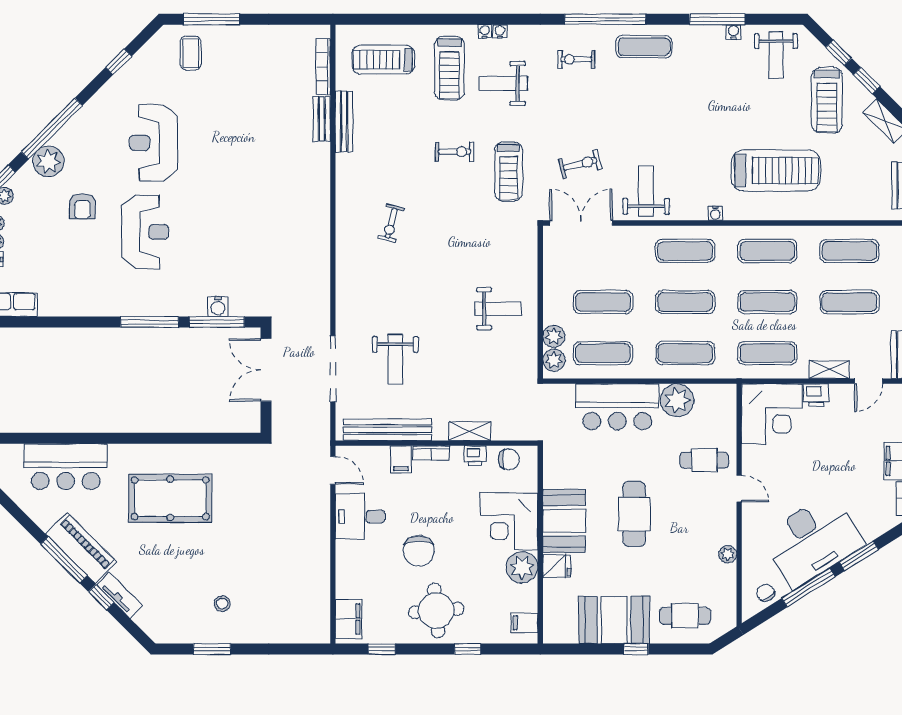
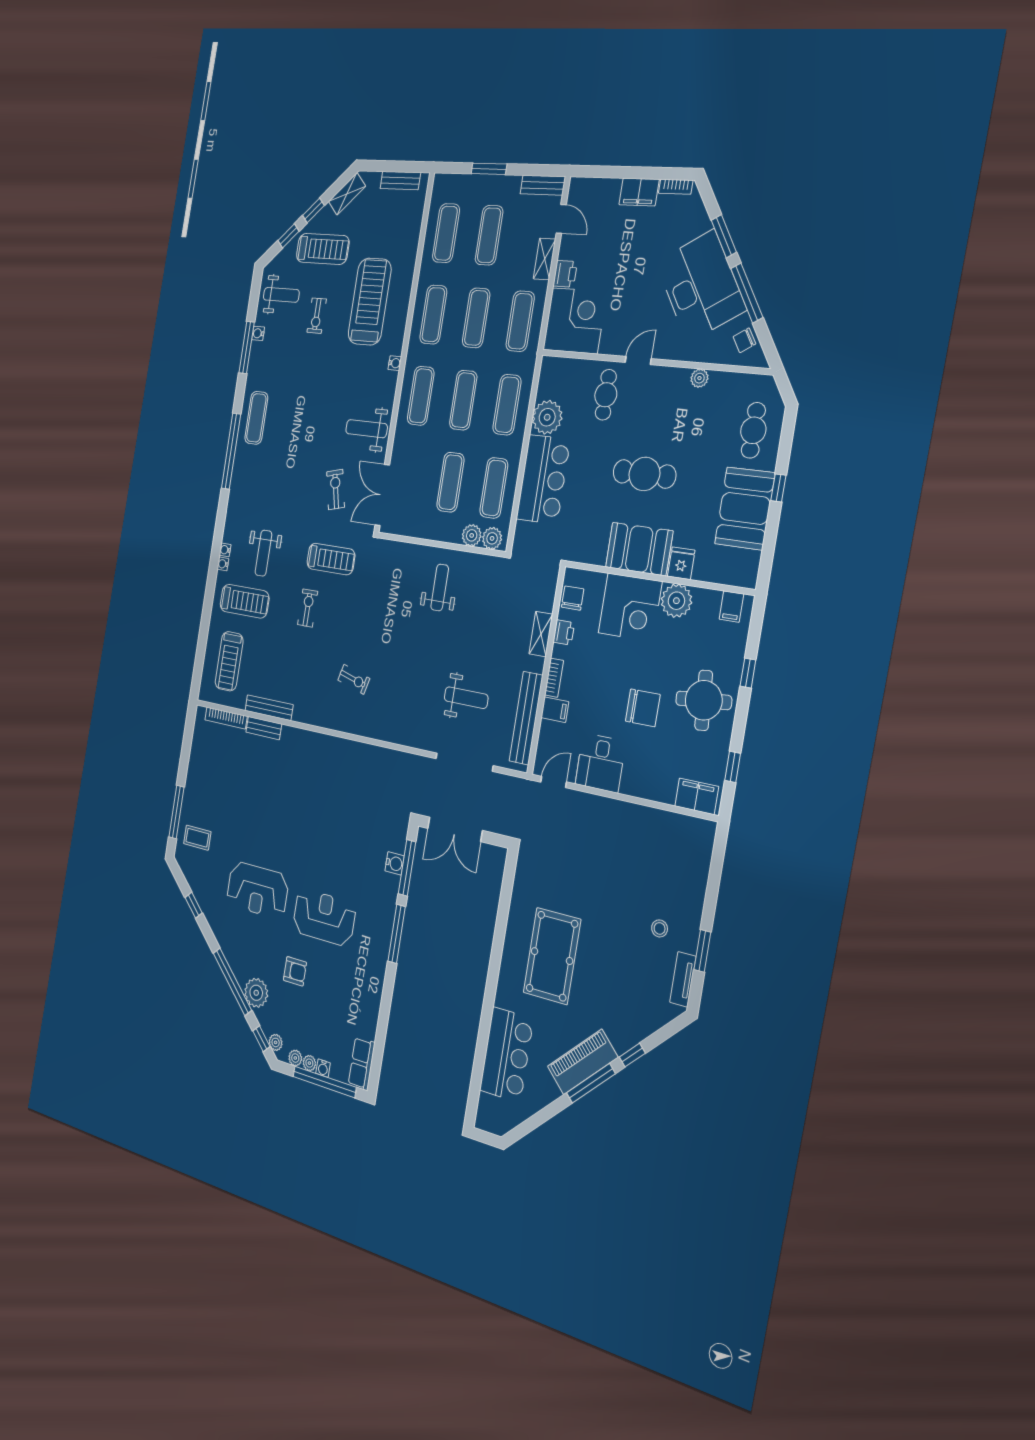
exercise bike: (576, 59) -> (317, 316), moved
tv unit: (120, 595) -> (683, 979), moved, turned -45

